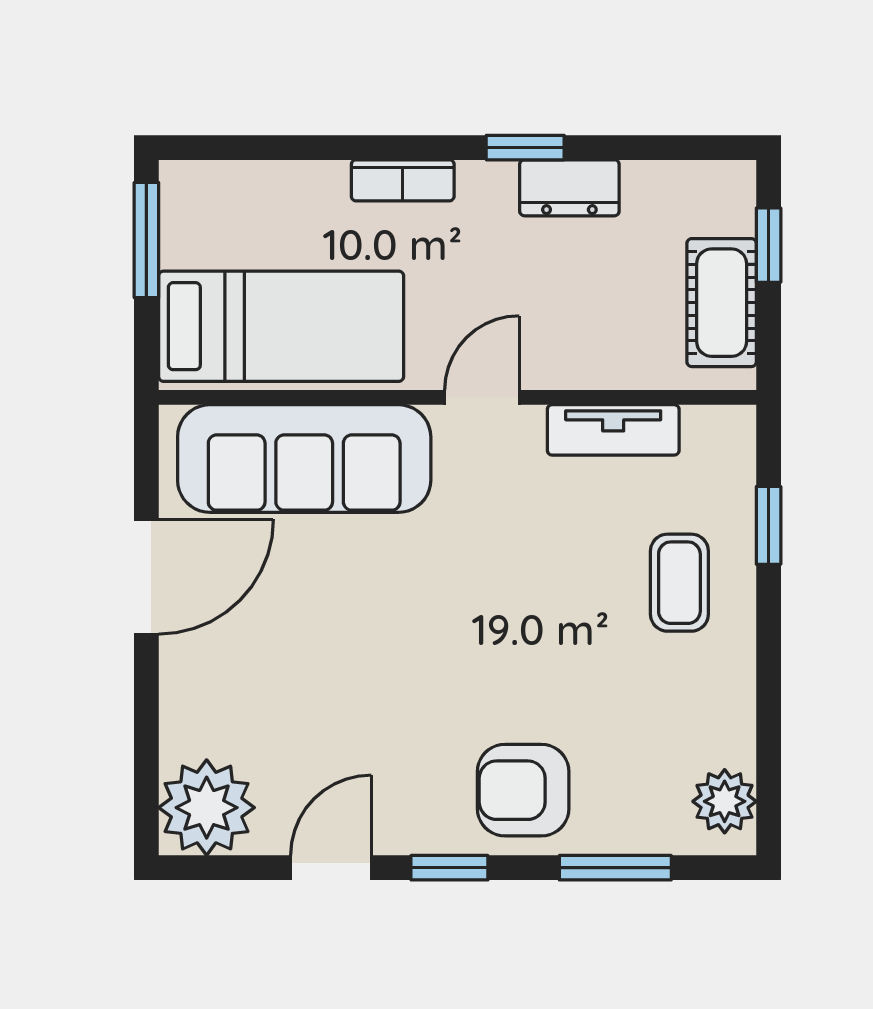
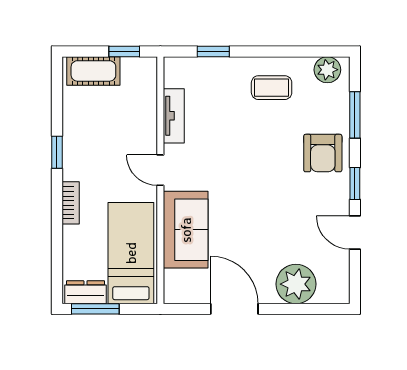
dresser: (569, 188) -> (85, 292), moved, turned -90
window: (769, 245) -> (124, 52), moved
cot: (722, 303) -> (93, 71), moved
sofa: (304, 459) -> (186, 230), width x0.73
coffee table: (679, 583) -> (272, 88), moved
plant: (207, 808) -> (296, 284), moved

